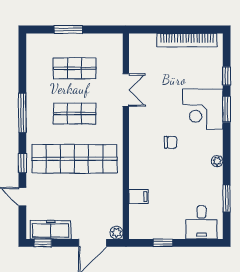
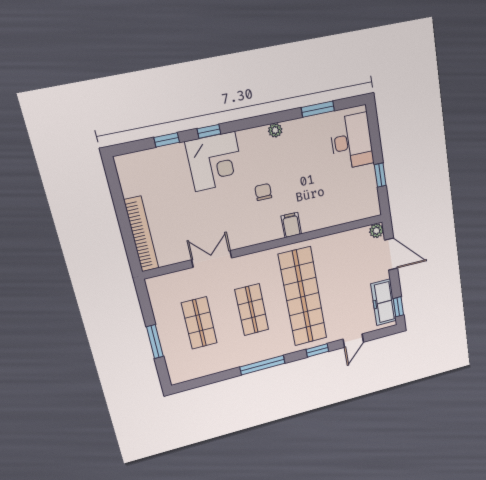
bookcase: (187, 40) -> (141, 234), moved
window: (227, 109) -> (209, 131), width x0.67
filing cabinet: (139, 197) -> (291, 225), moved
desk: (201, 222) -> (352, 141), width x1.37

